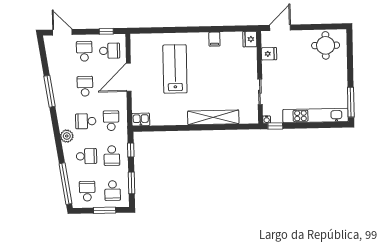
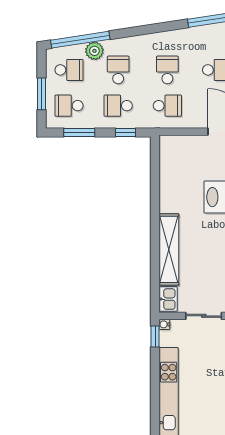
kitchen sink: (141, 120) -> (168, 299), moved
plant: (67, 136) -> (94, 51), moved
school desk: (86, 156) -> (118, 70), turned 180

